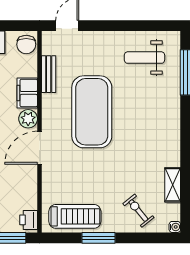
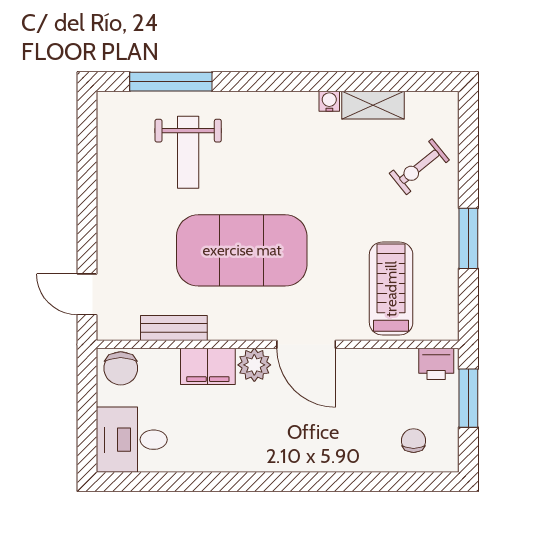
chair: (26, 44) -> (121, 368), turned 90
weight bench: (144, 58) -> (188, 152), moved
treadmill: (75, 216) -> (391, 289), moved
water cooler: (175, 227) -> (329, 101), moved

